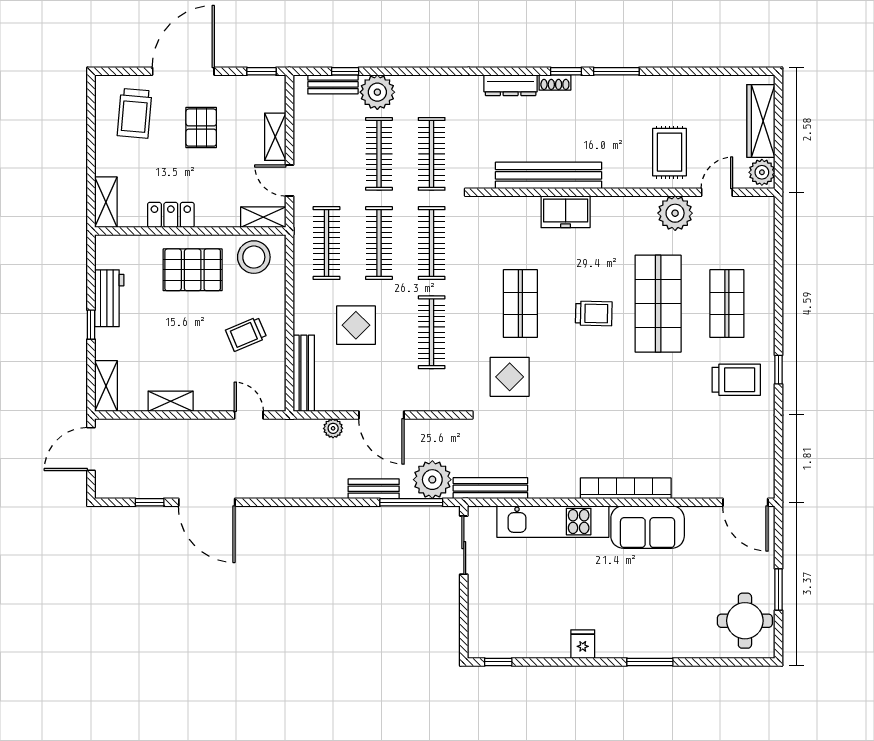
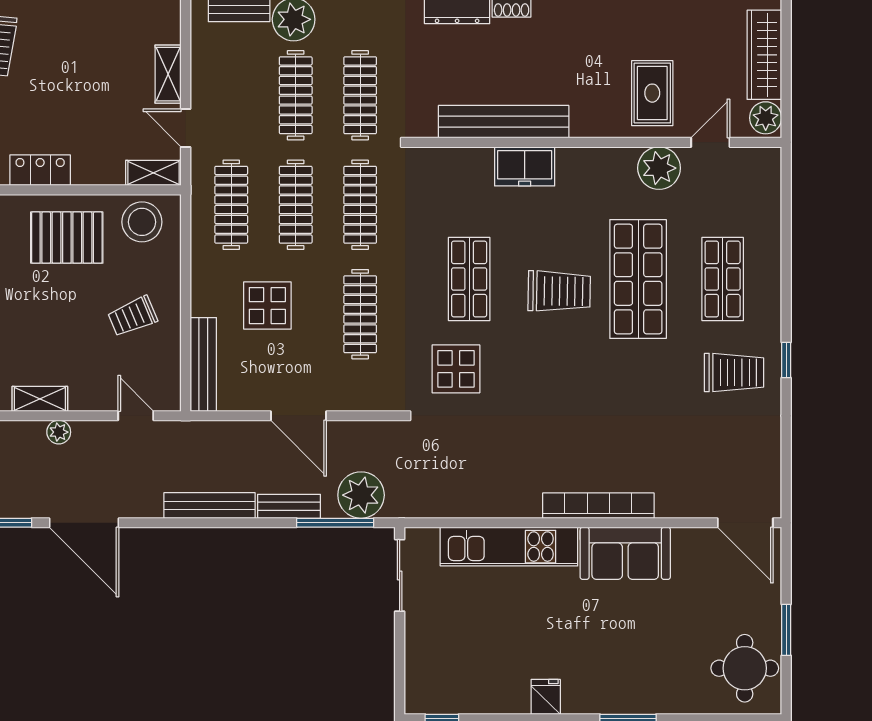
pallet: (201, 128) -> (77, 63), removed
trolley: (594, 313) -> (559, 291), width x1.36, depth x1.39
plant: (333, 428) -> (59, 432), moved
bench: (490, 488) -> (210, 505), moved

